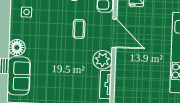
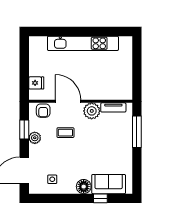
door: (114, 33) -> (68, 101), hinge flipped

